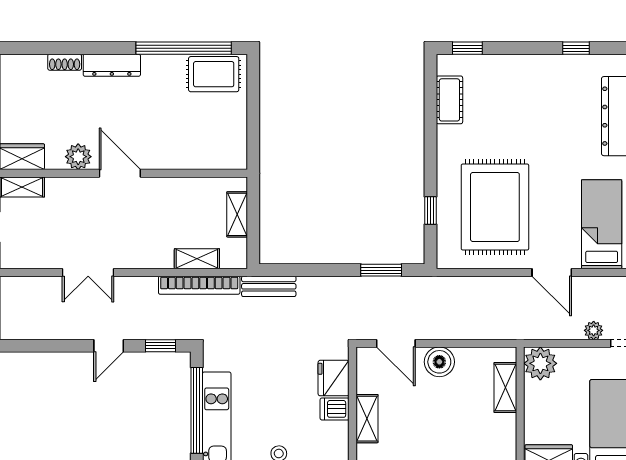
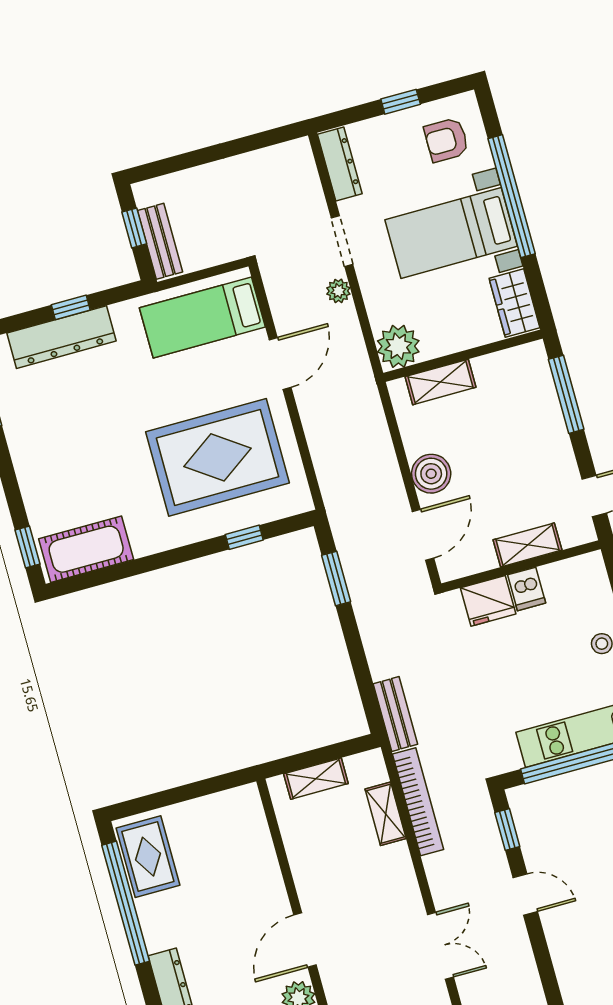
cot: (449, 100) -> (86, 549), width x1.37, depth x1.34

